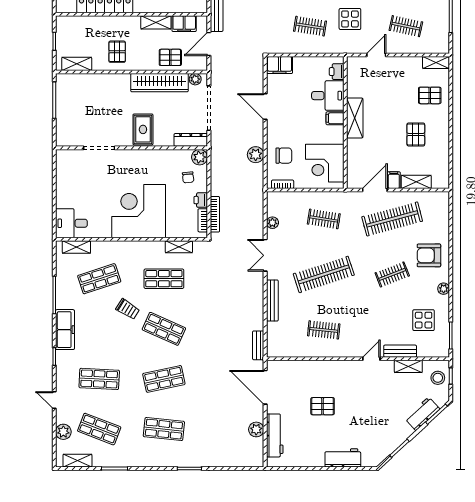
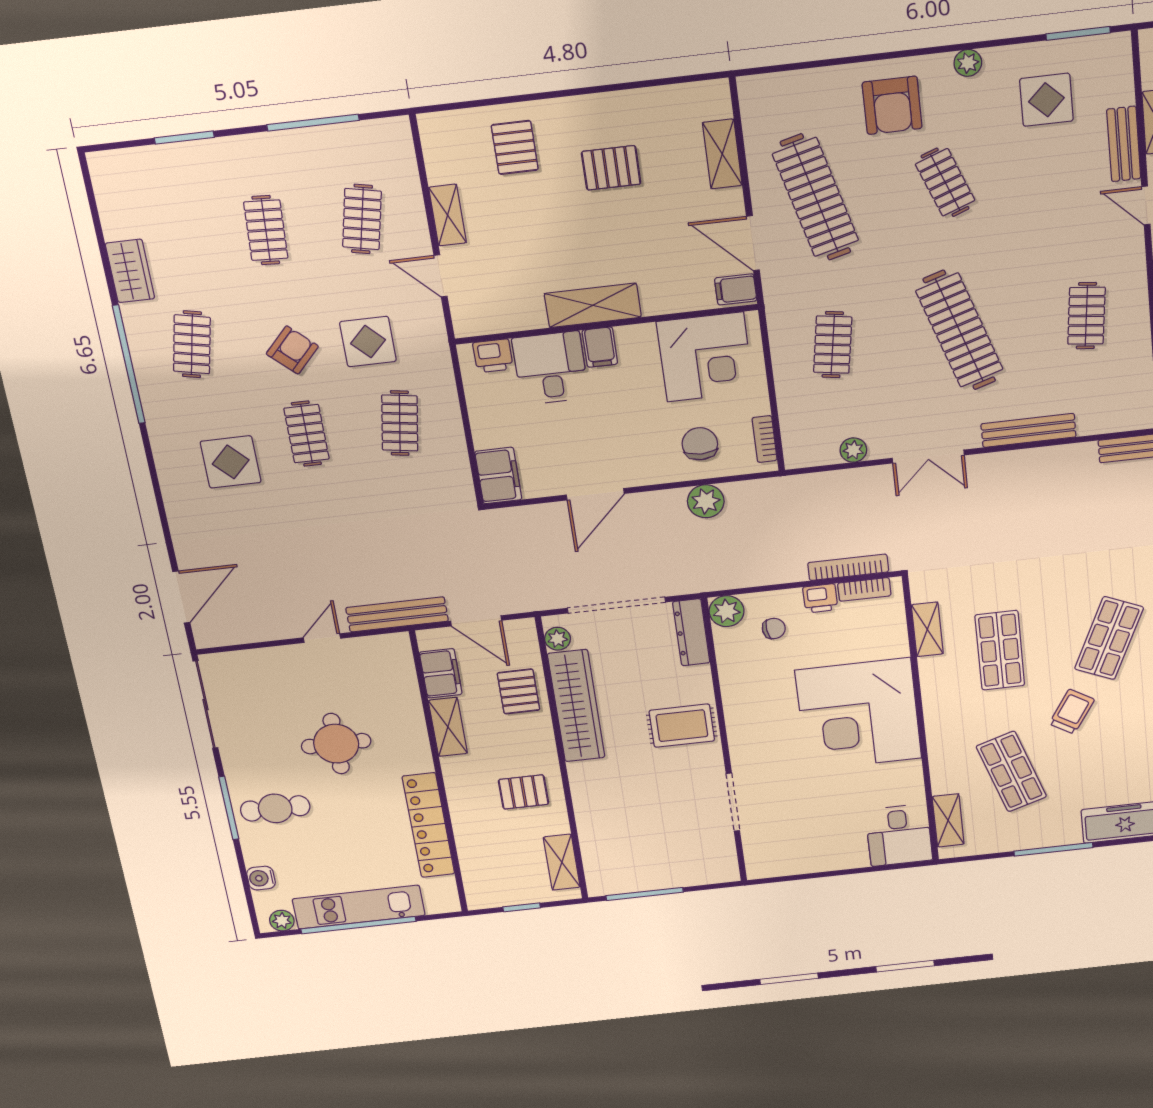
shelving: (436, 62) -> (448, 215), moved
filing cabinet: (394, 180) -> (736, 289), moved

